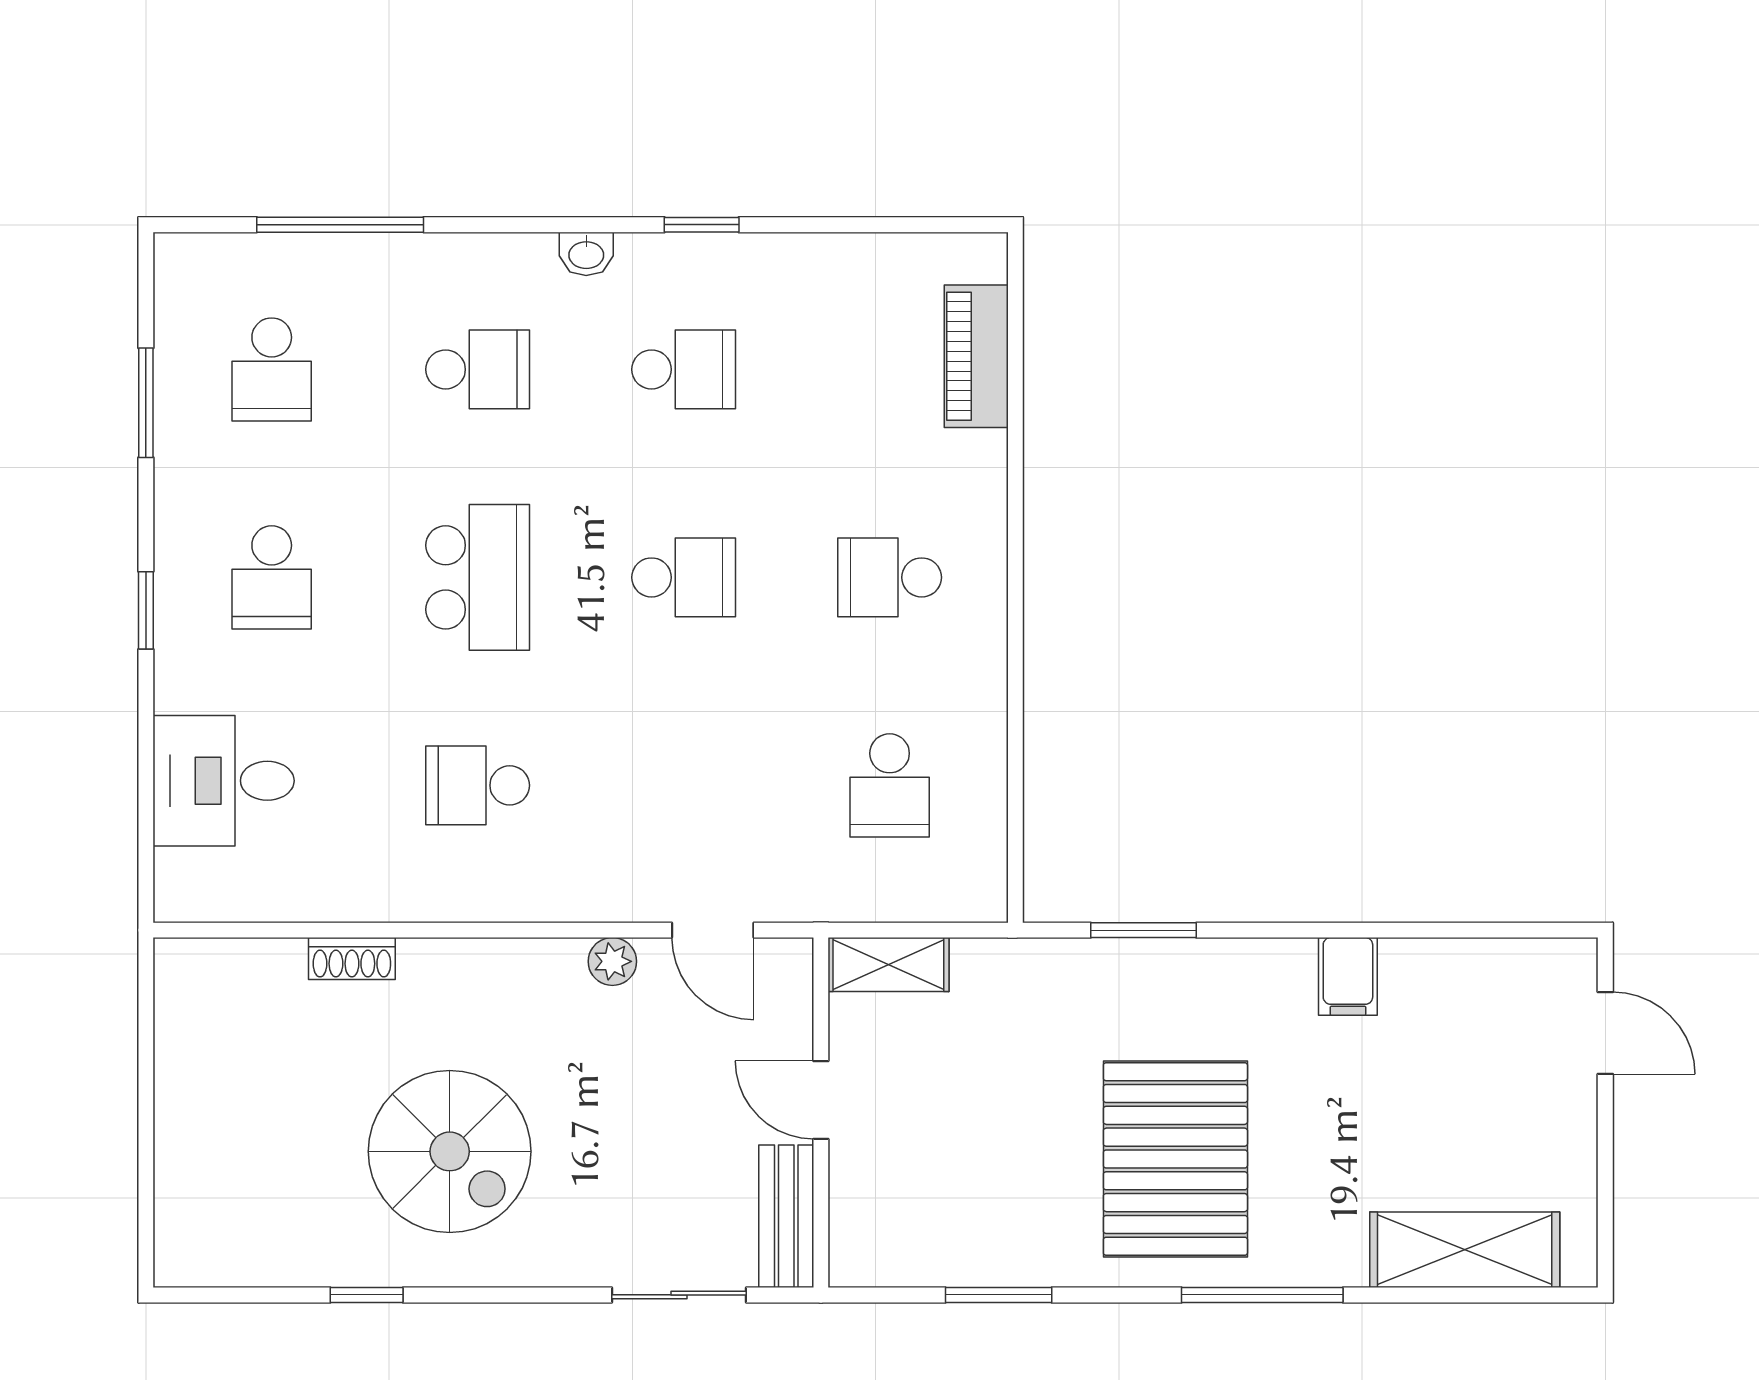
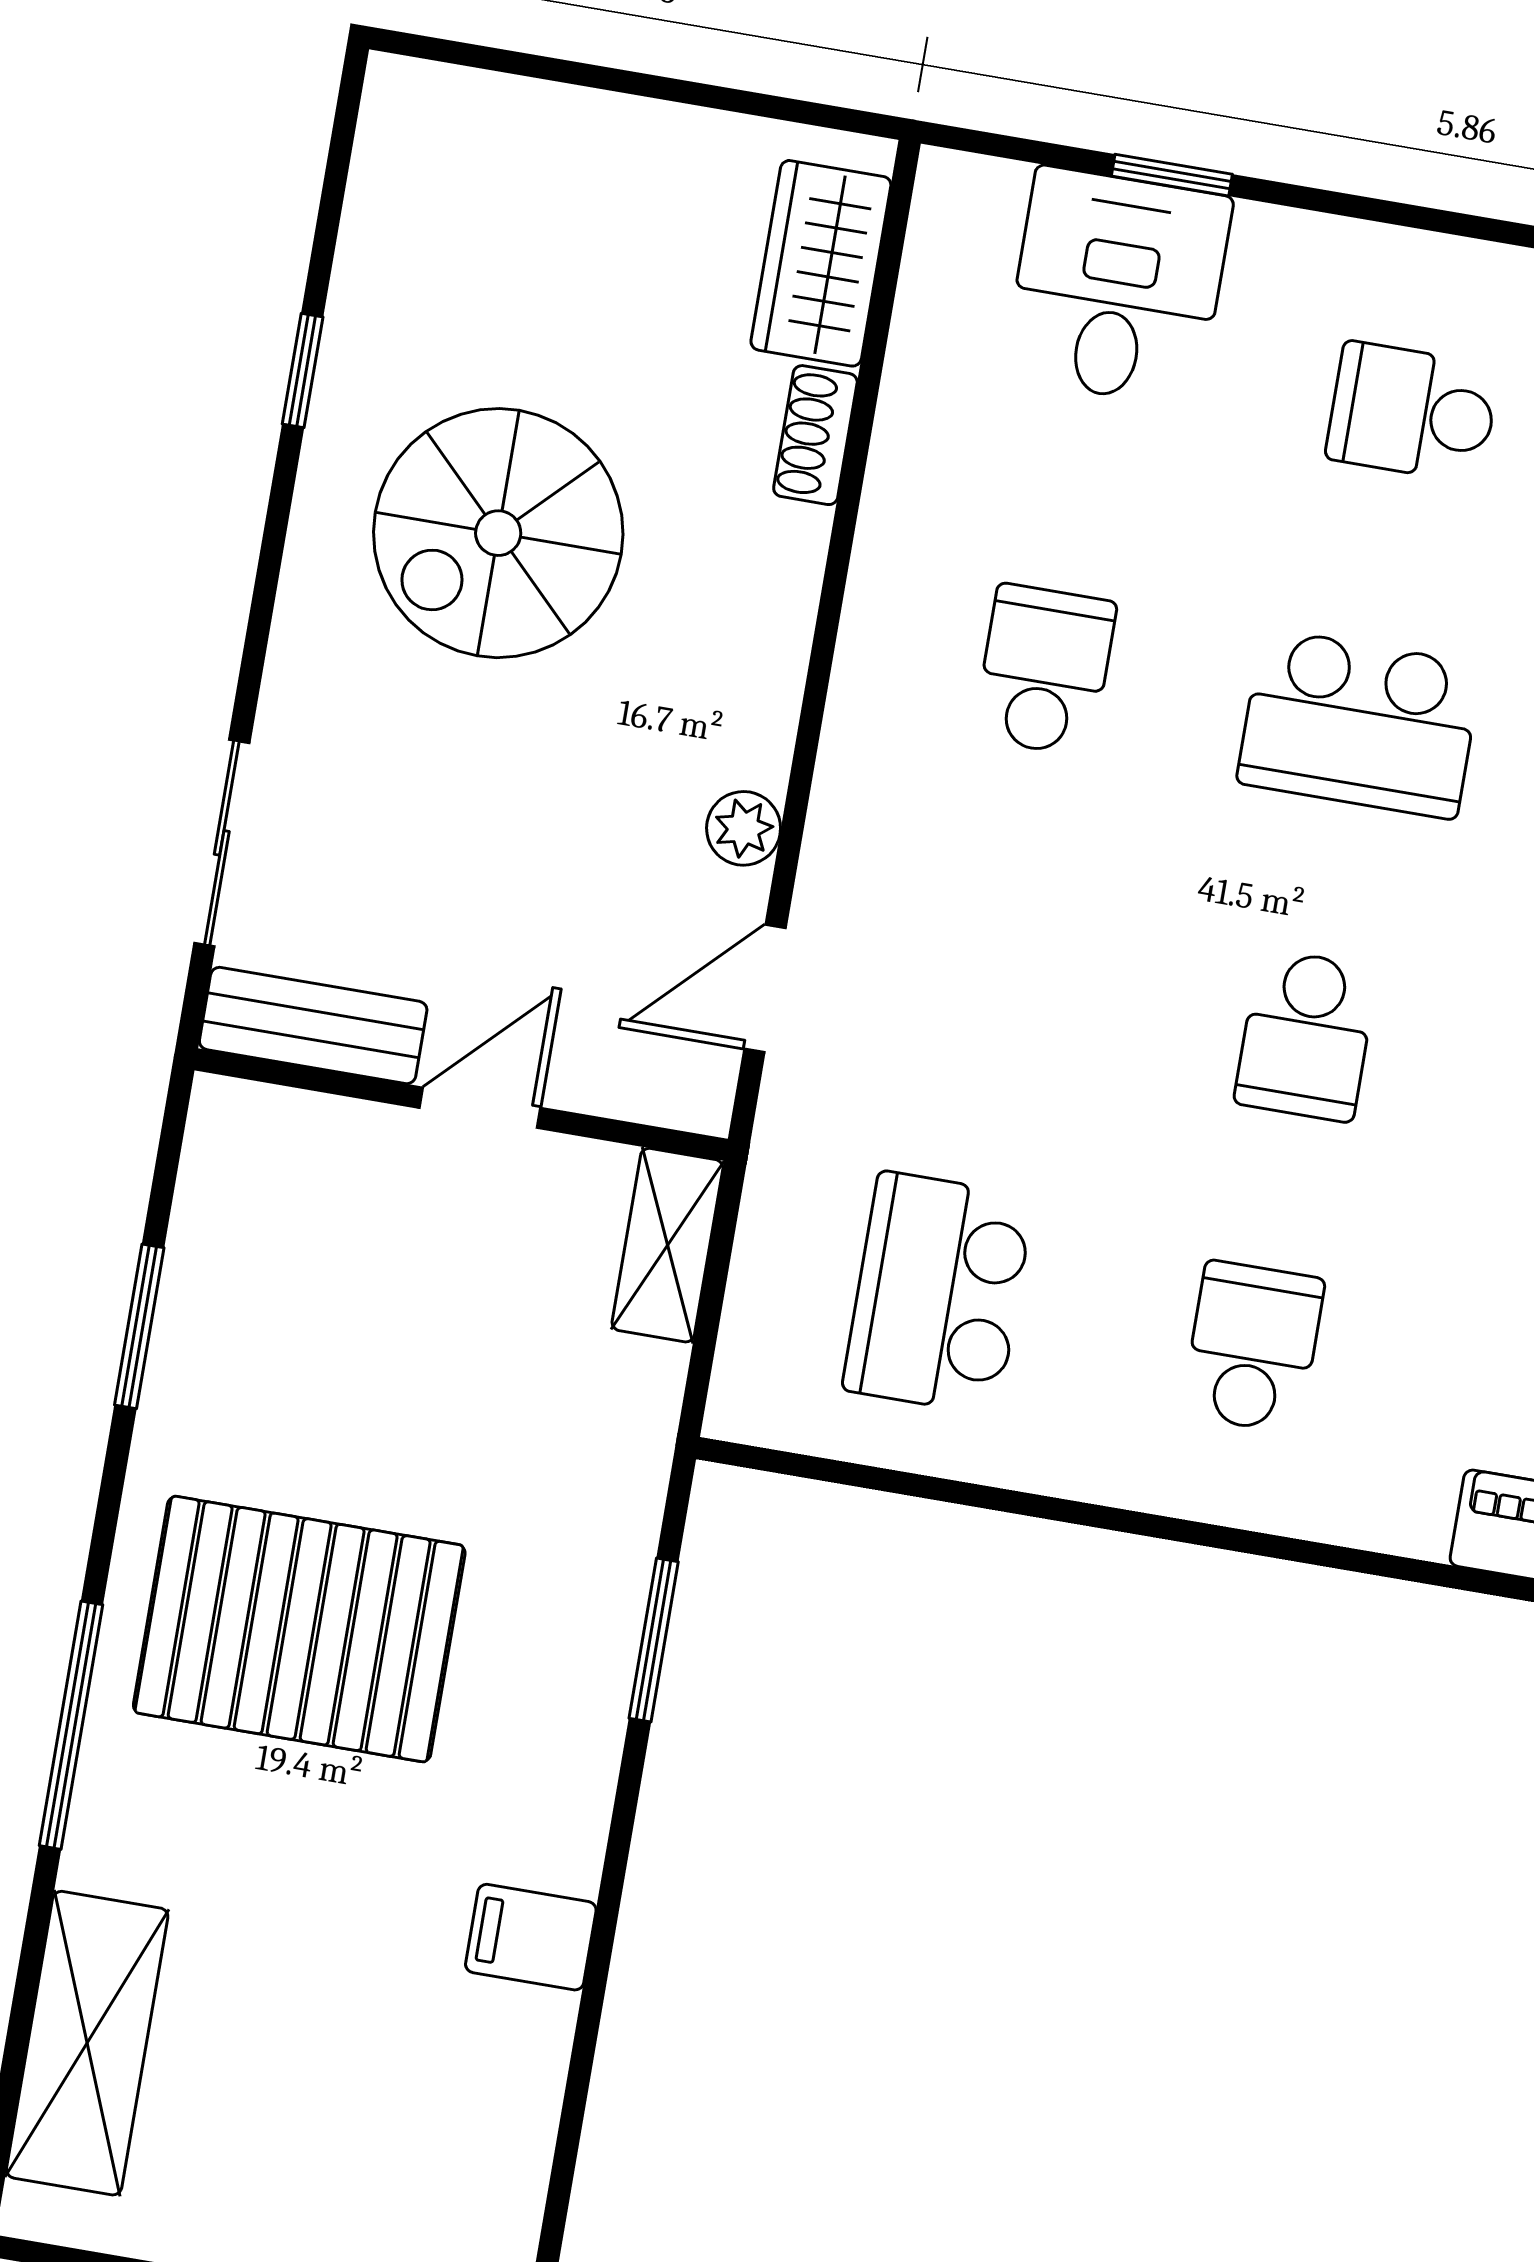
window: (146, 610) -> (1172, 175), moved
school desk: (890, 785) -> (938, 1293), width x1.85
wardrobe: (241, 974) -> (821, 263), added

